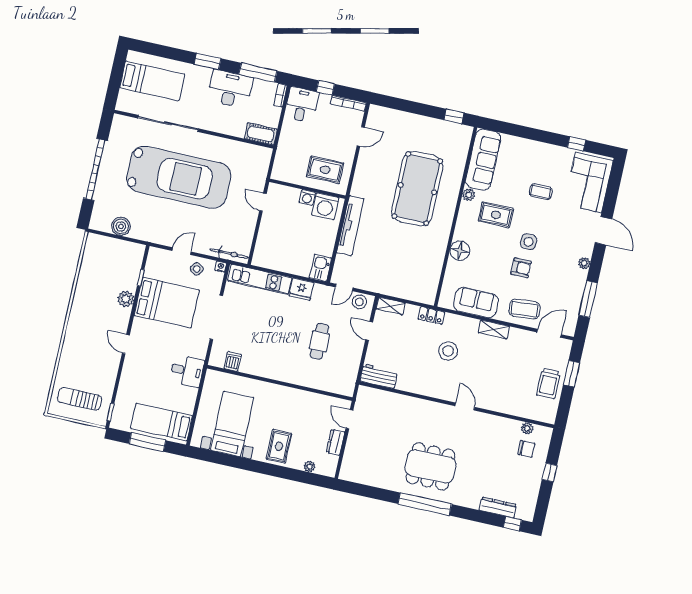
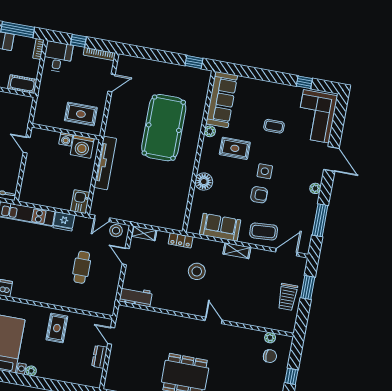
rug: (279, 446) -> (57, 328), moved
plant: (310, 467) -> (31, 371), moved

